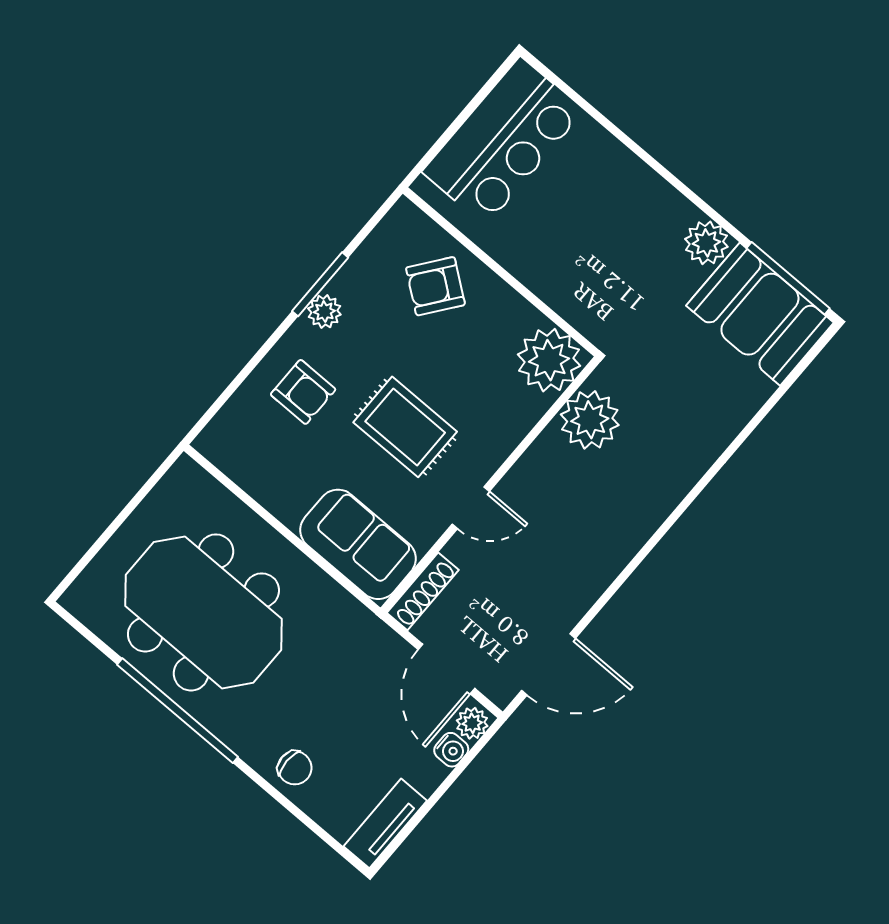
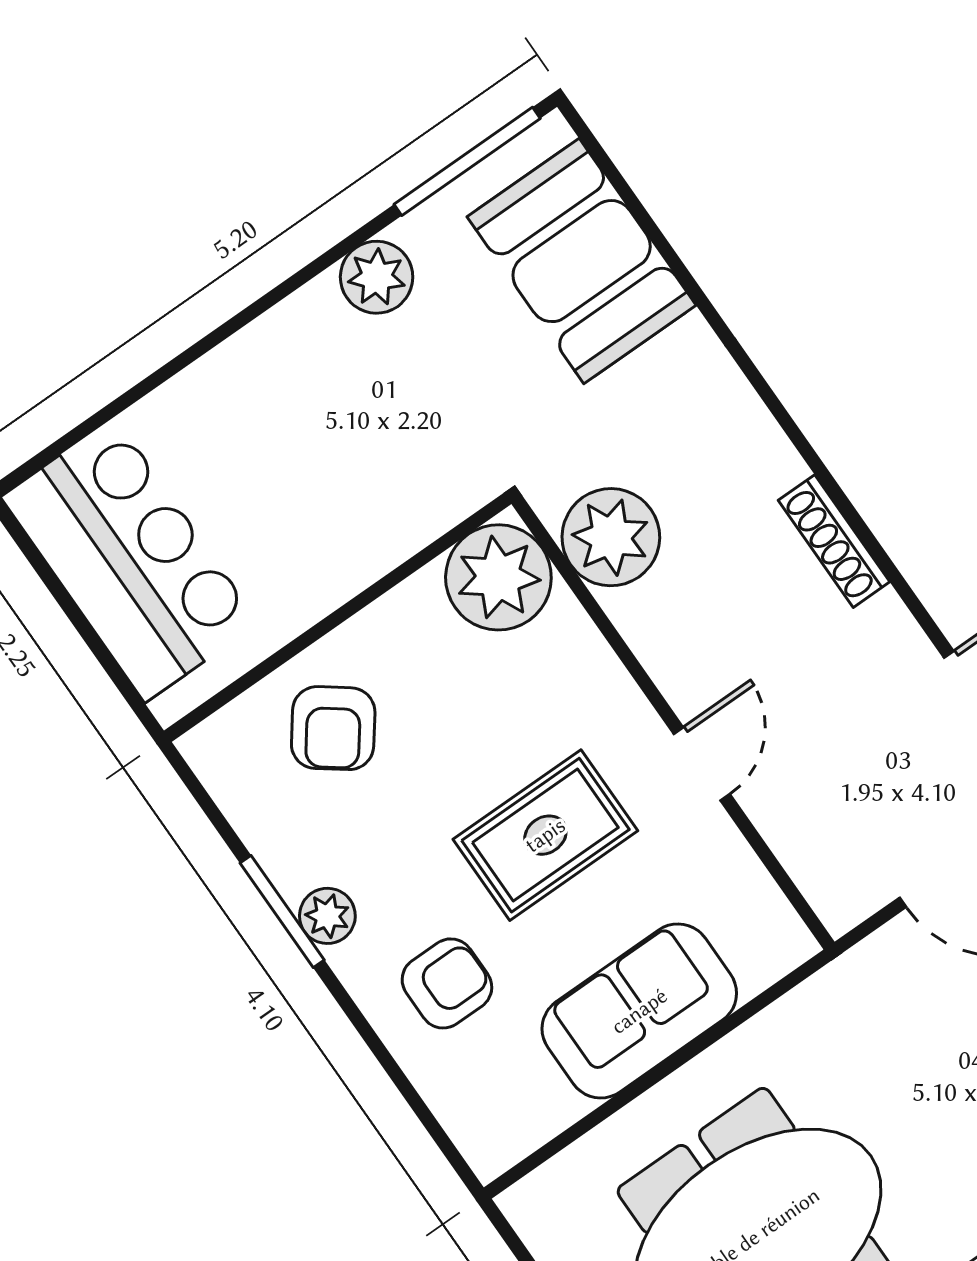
booth: (760, 314) -> (582, 261), moved, turned 90
sofa: (358, 544) -> (639, 1011), moved
shoe rack: (423, 591) -> (834, 541), moved, turned 180

